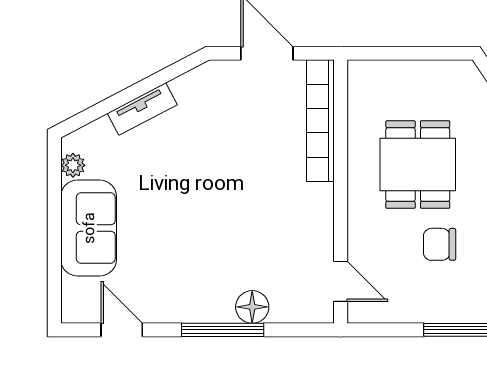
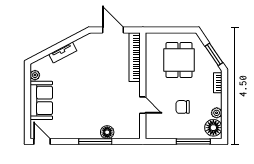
dining table: (418, 165) -> (179, 60), moved
door: (341, 281) -> (143, 105), moved
door: (122, 330) -> (42, 141), moved

